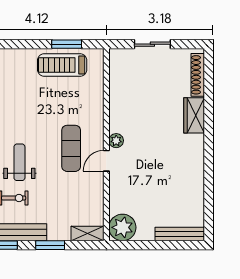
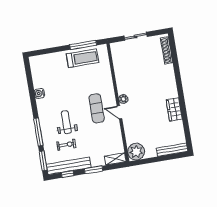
window: (67, 44) -> (83, 45), width x1.44
treadmill: (62, 65) -> (82, 58), turned 180
wardrobe: (194, 115) -> (174, 110), moved
door: (106, 161) -> (119, 112), hinge flipped

